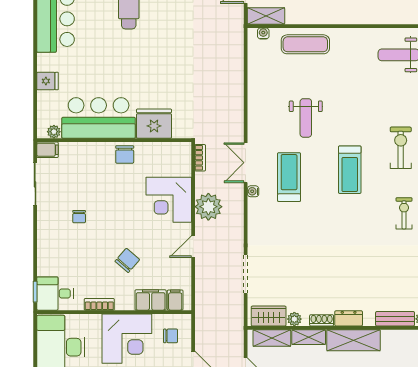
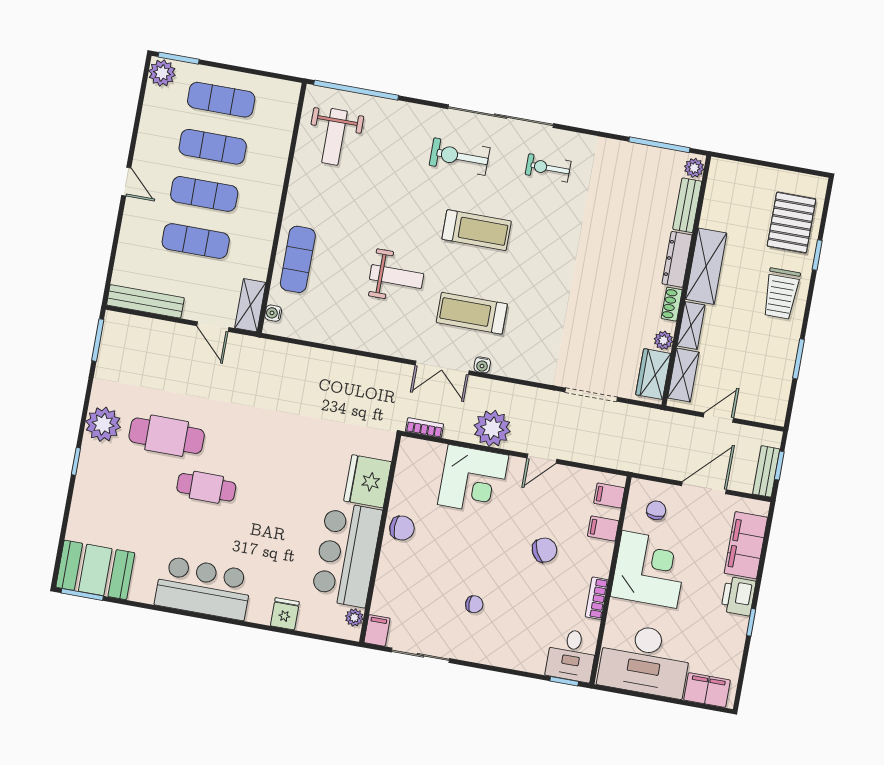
door: (193, 247) -> (542, 459), hinge flipped
chair: (127, 260) -> (544, 550), turned 113
filing cabinet: (151, 300) -> (603, 528), width x0.50
dresser: (349, 318) -> (677, 259), width x1.44

